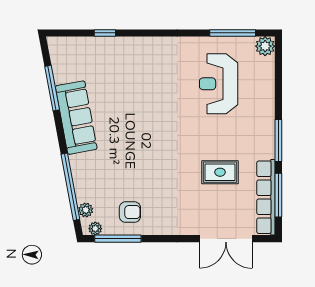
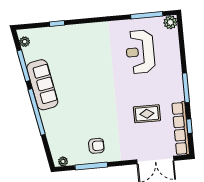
window: (70, 187) -> (37, 112), moved
window: (278, 195) -> (189, 126), width x0.46
plant: (86, 210) -> (25, 42), moved
armchair: (130, 212) -> (96, 146), moved
window: (118, 239) -> (91, 166), moved

